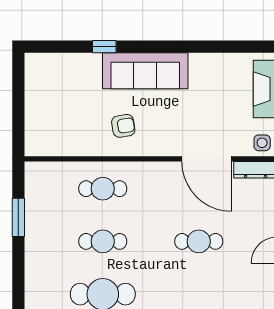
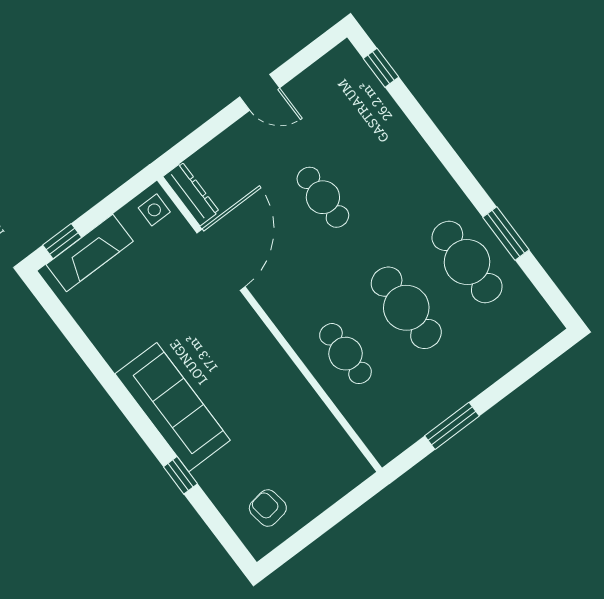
armchair: (123, 126) -> (268, 508), moved
cafe table: (103, 241) -> (406, 308), width x1.37, depth x1.35

